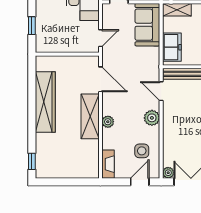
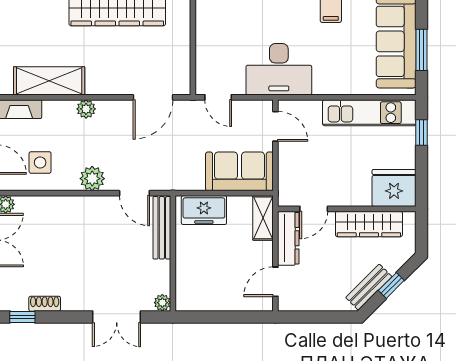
door: (161, 91) -> (134, 193), swing flipped
shelving: (90, 116) -> (49, 81), moved

